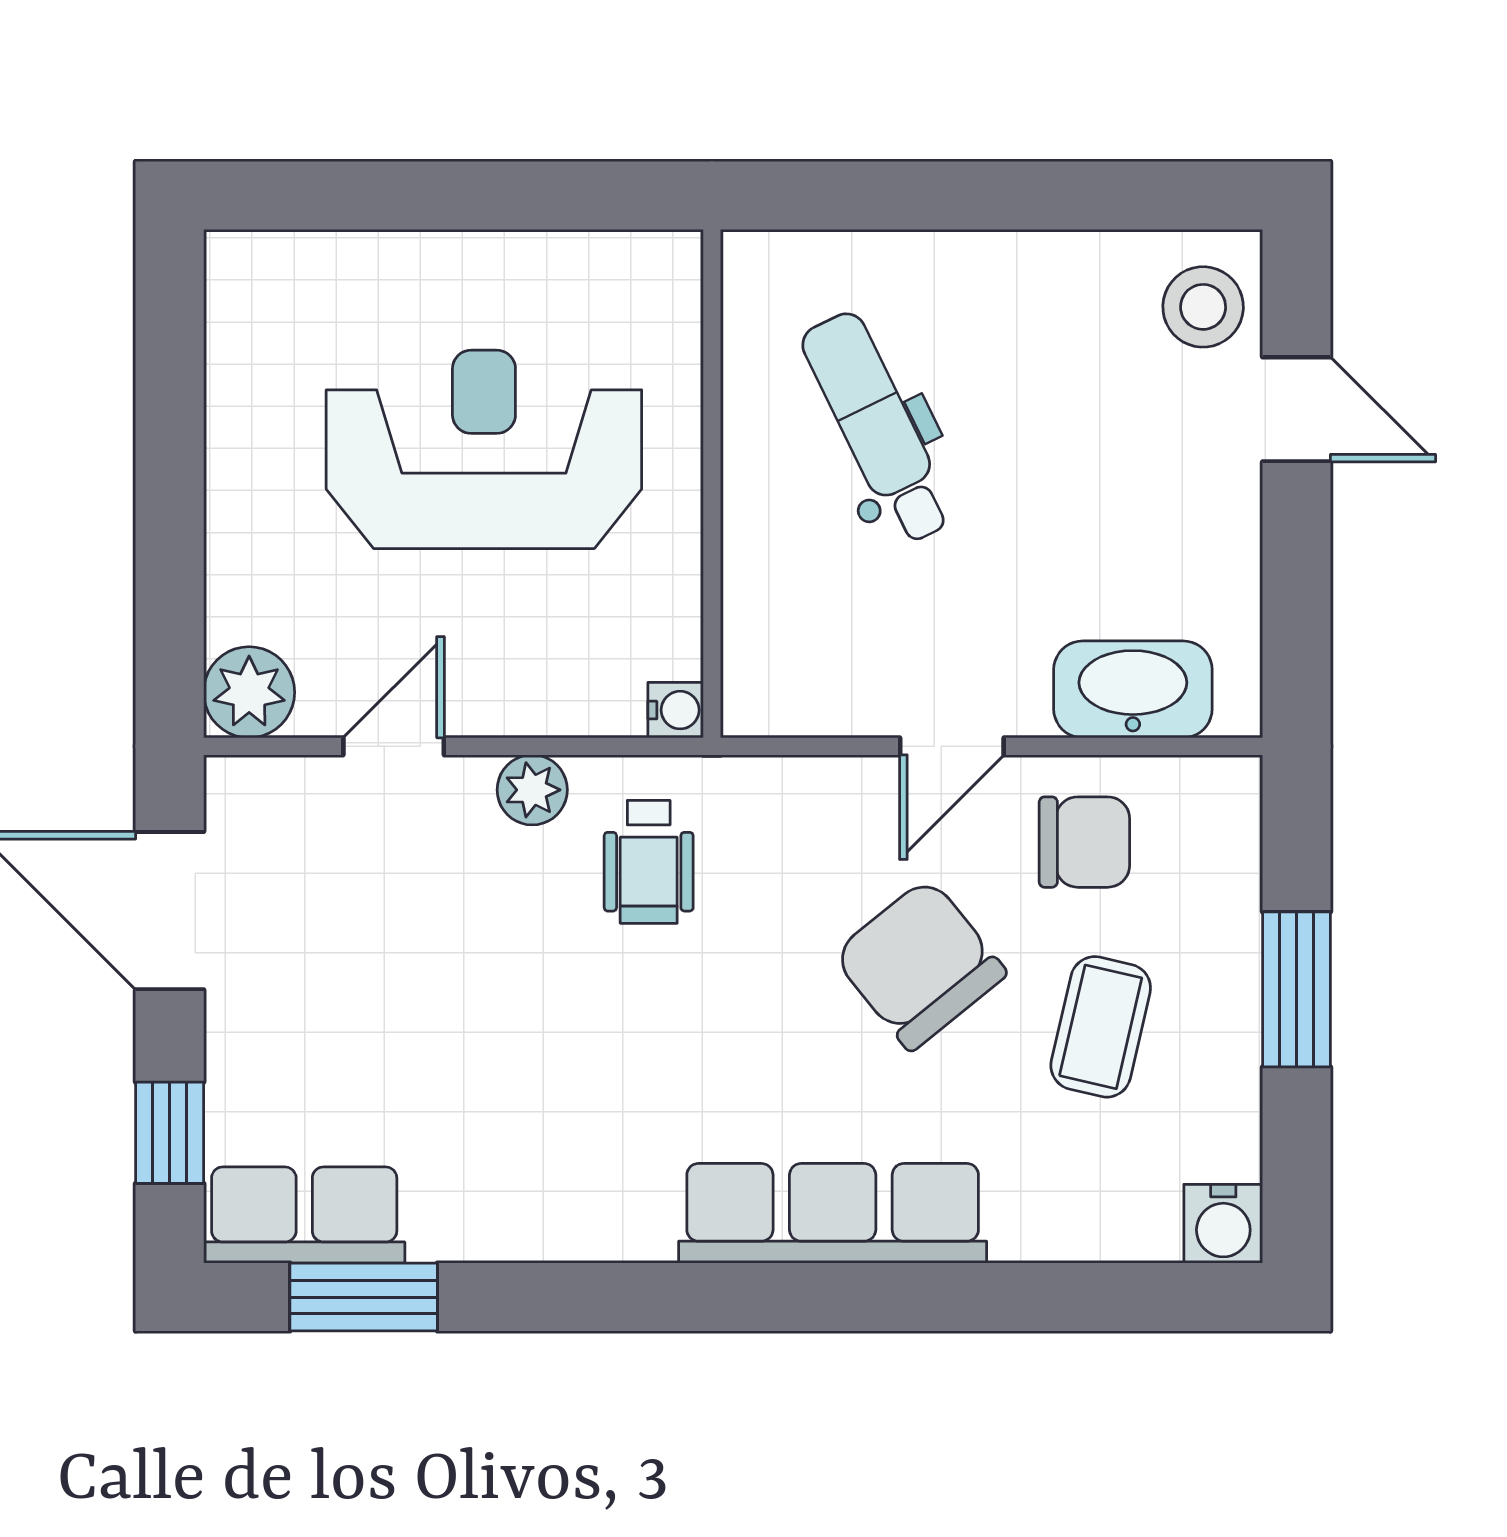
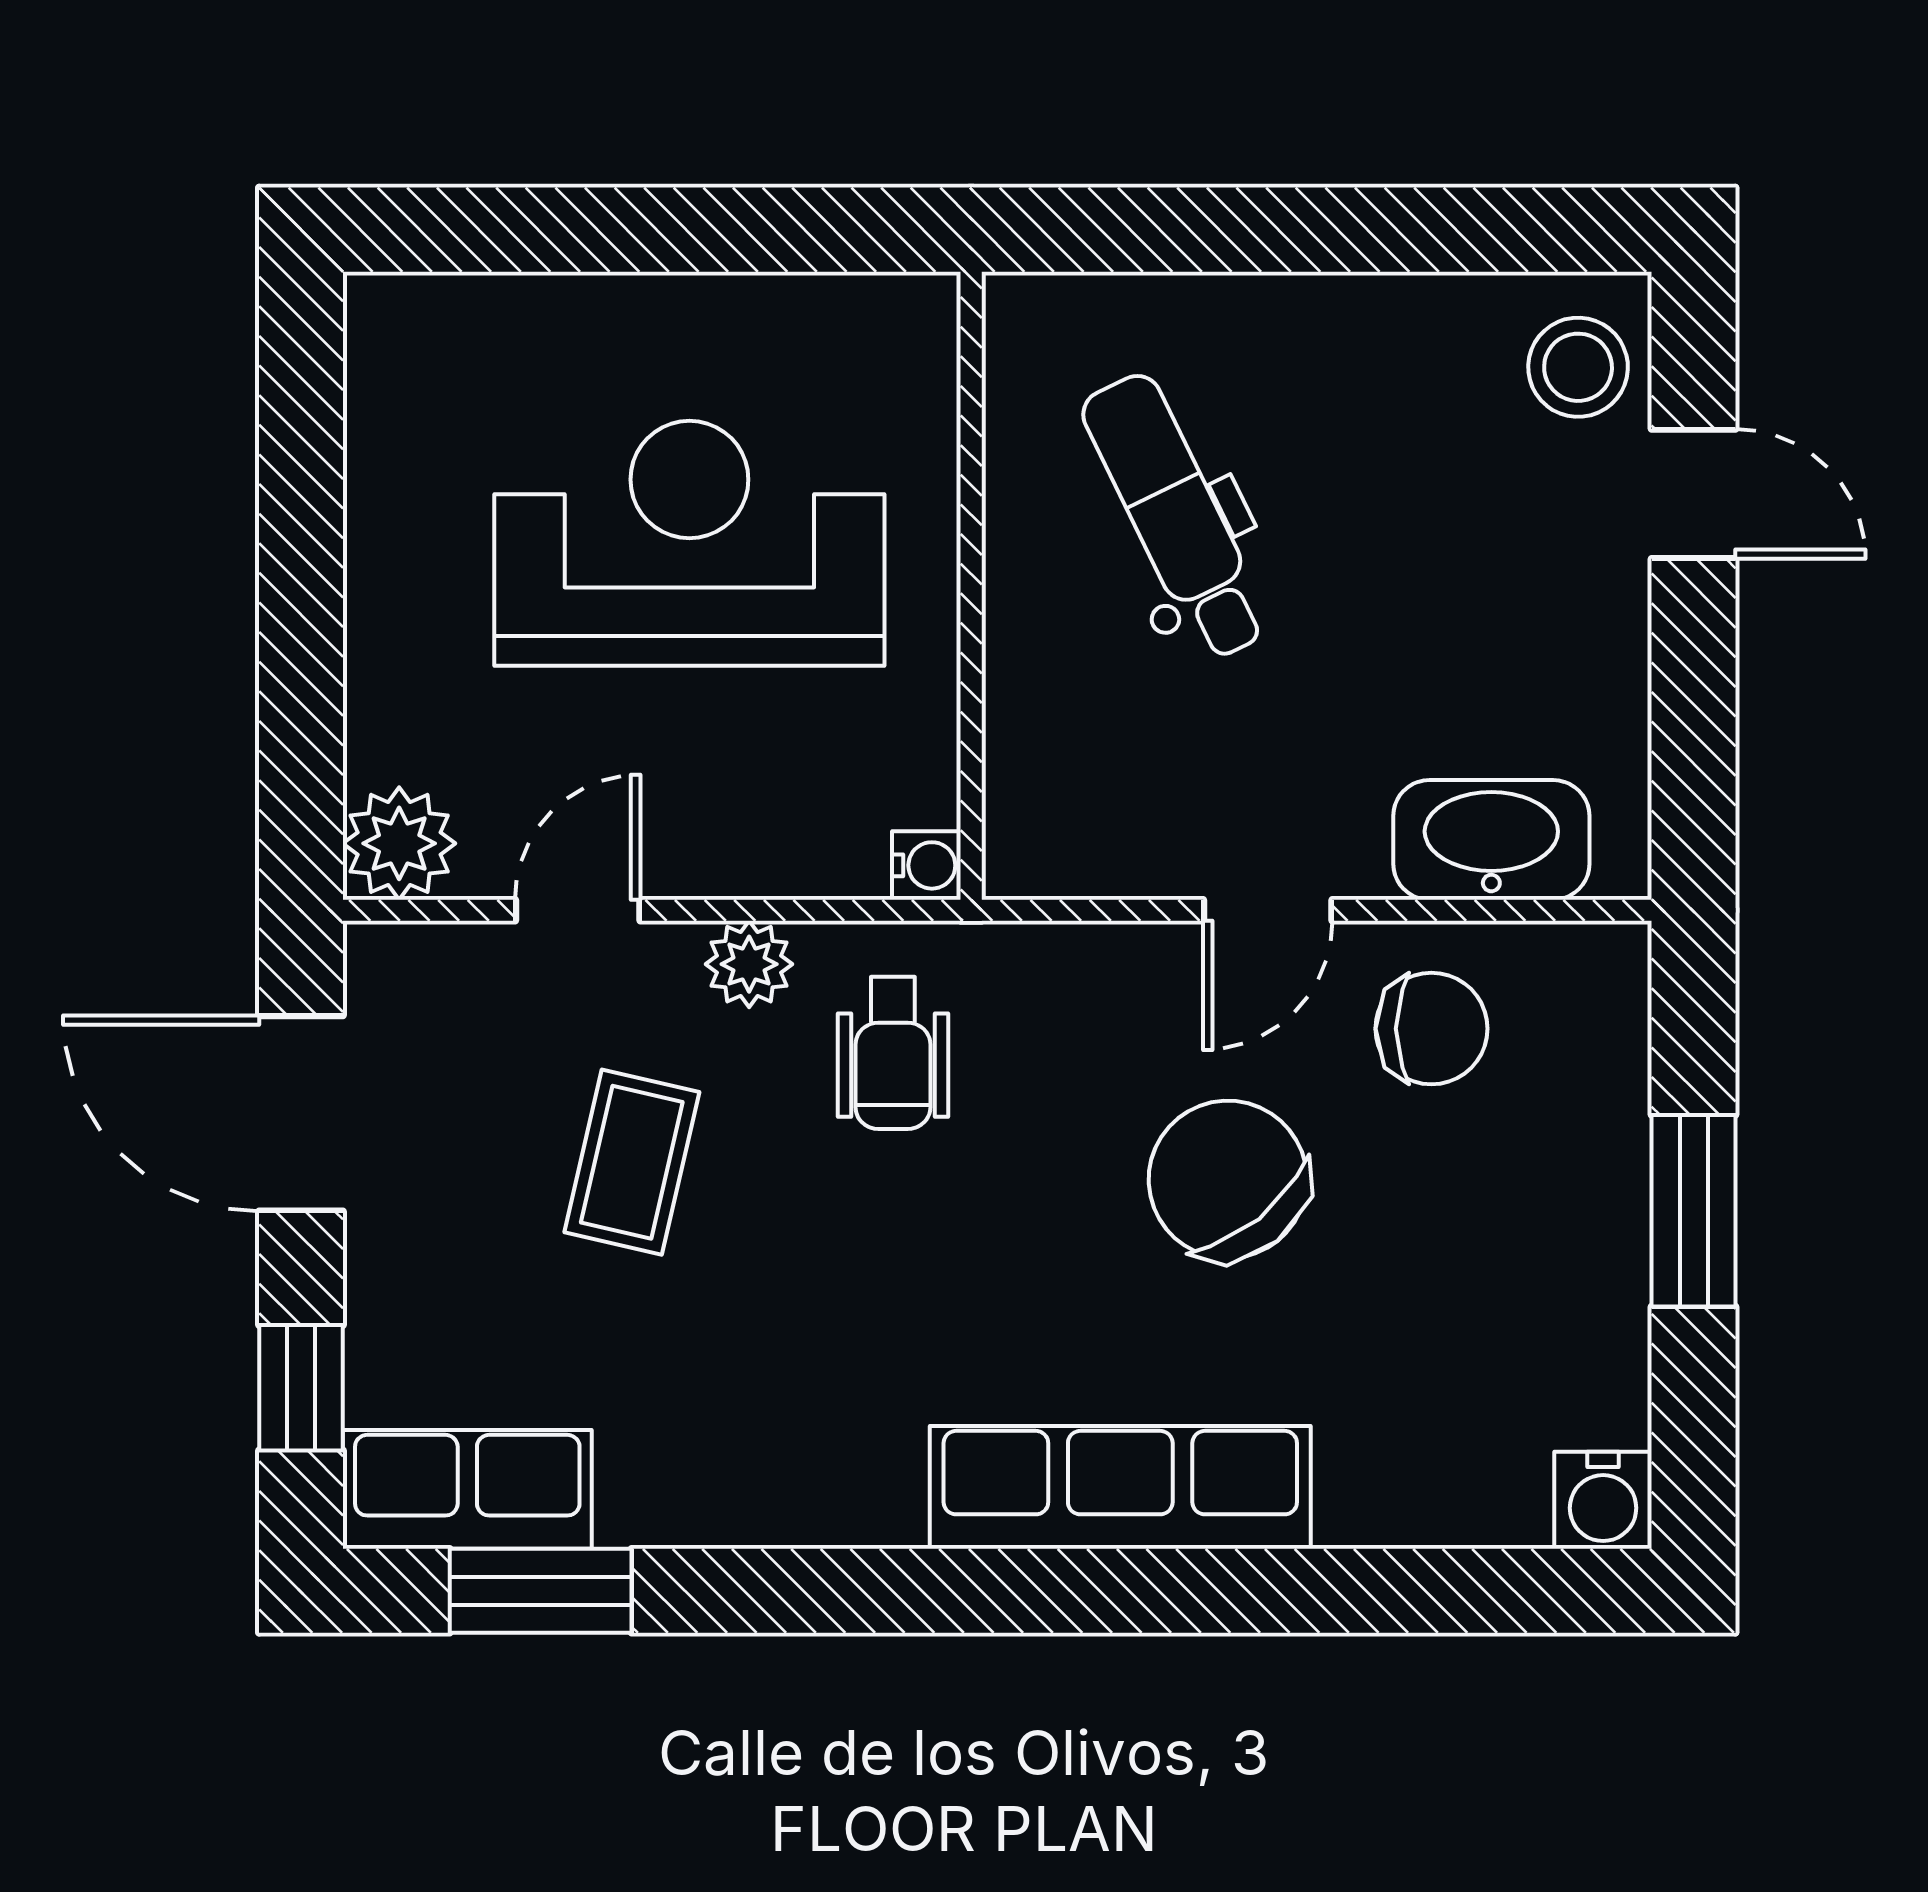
coffee table: (1101, 1027) -> (632, 1162), moved

